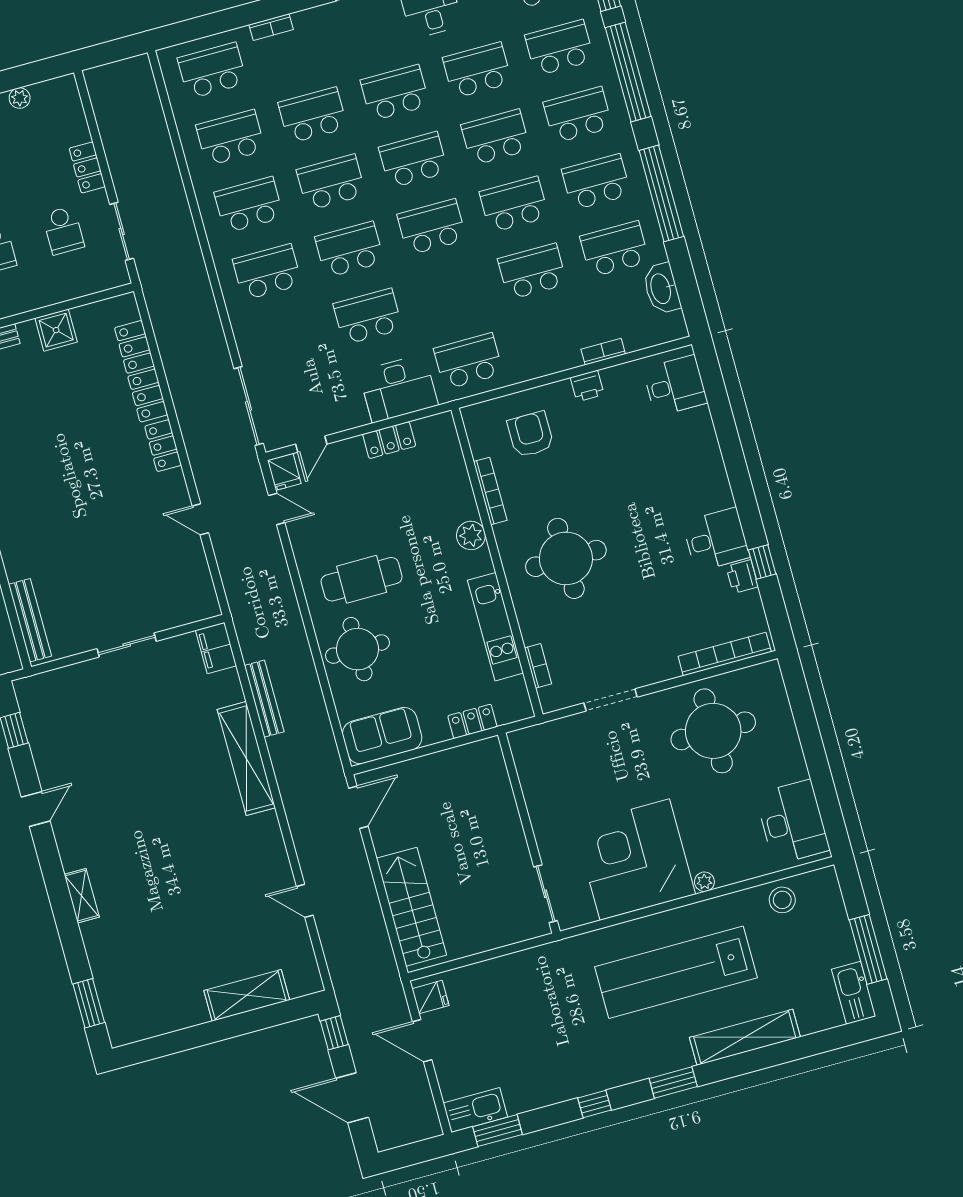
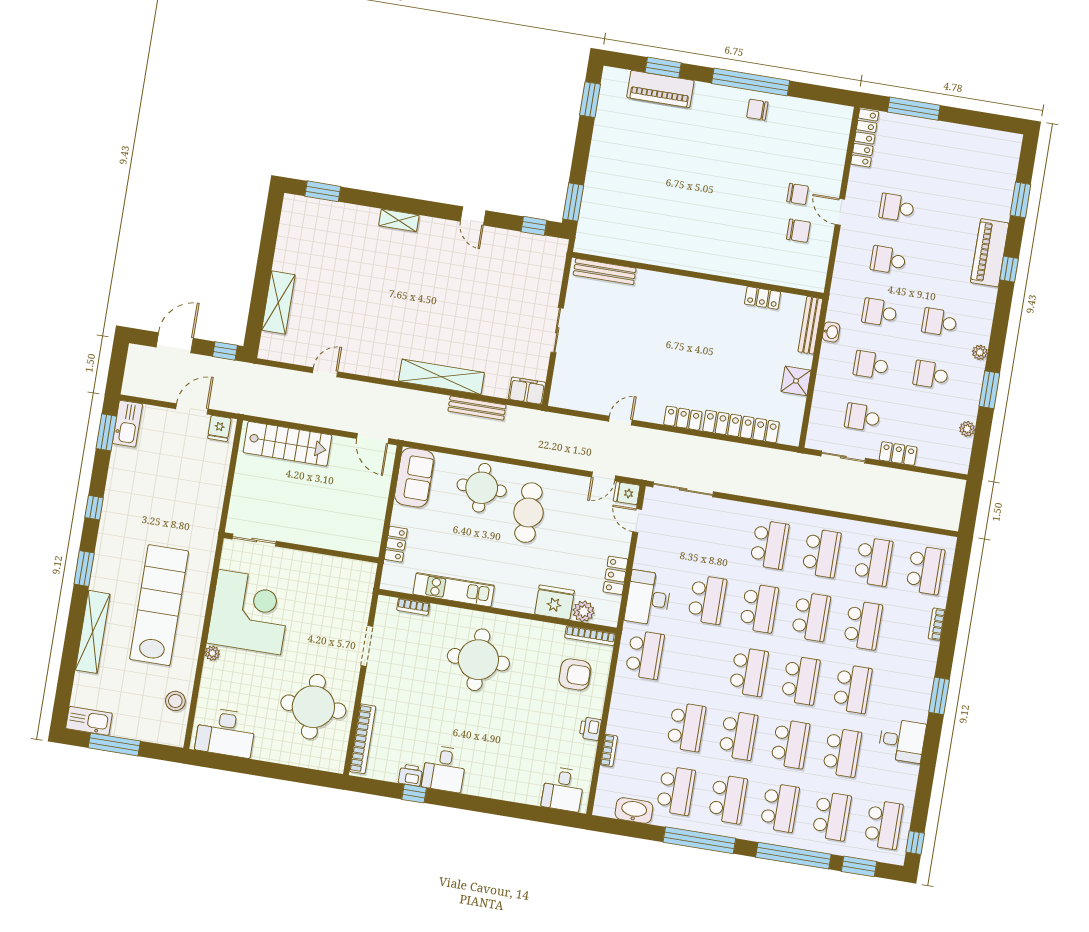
bookcase: (490, 491) -> (590, 636), moved
fridge: (455, 499) -> (555, 602), added
plant: (471, 535) -> (584, 611), moved

